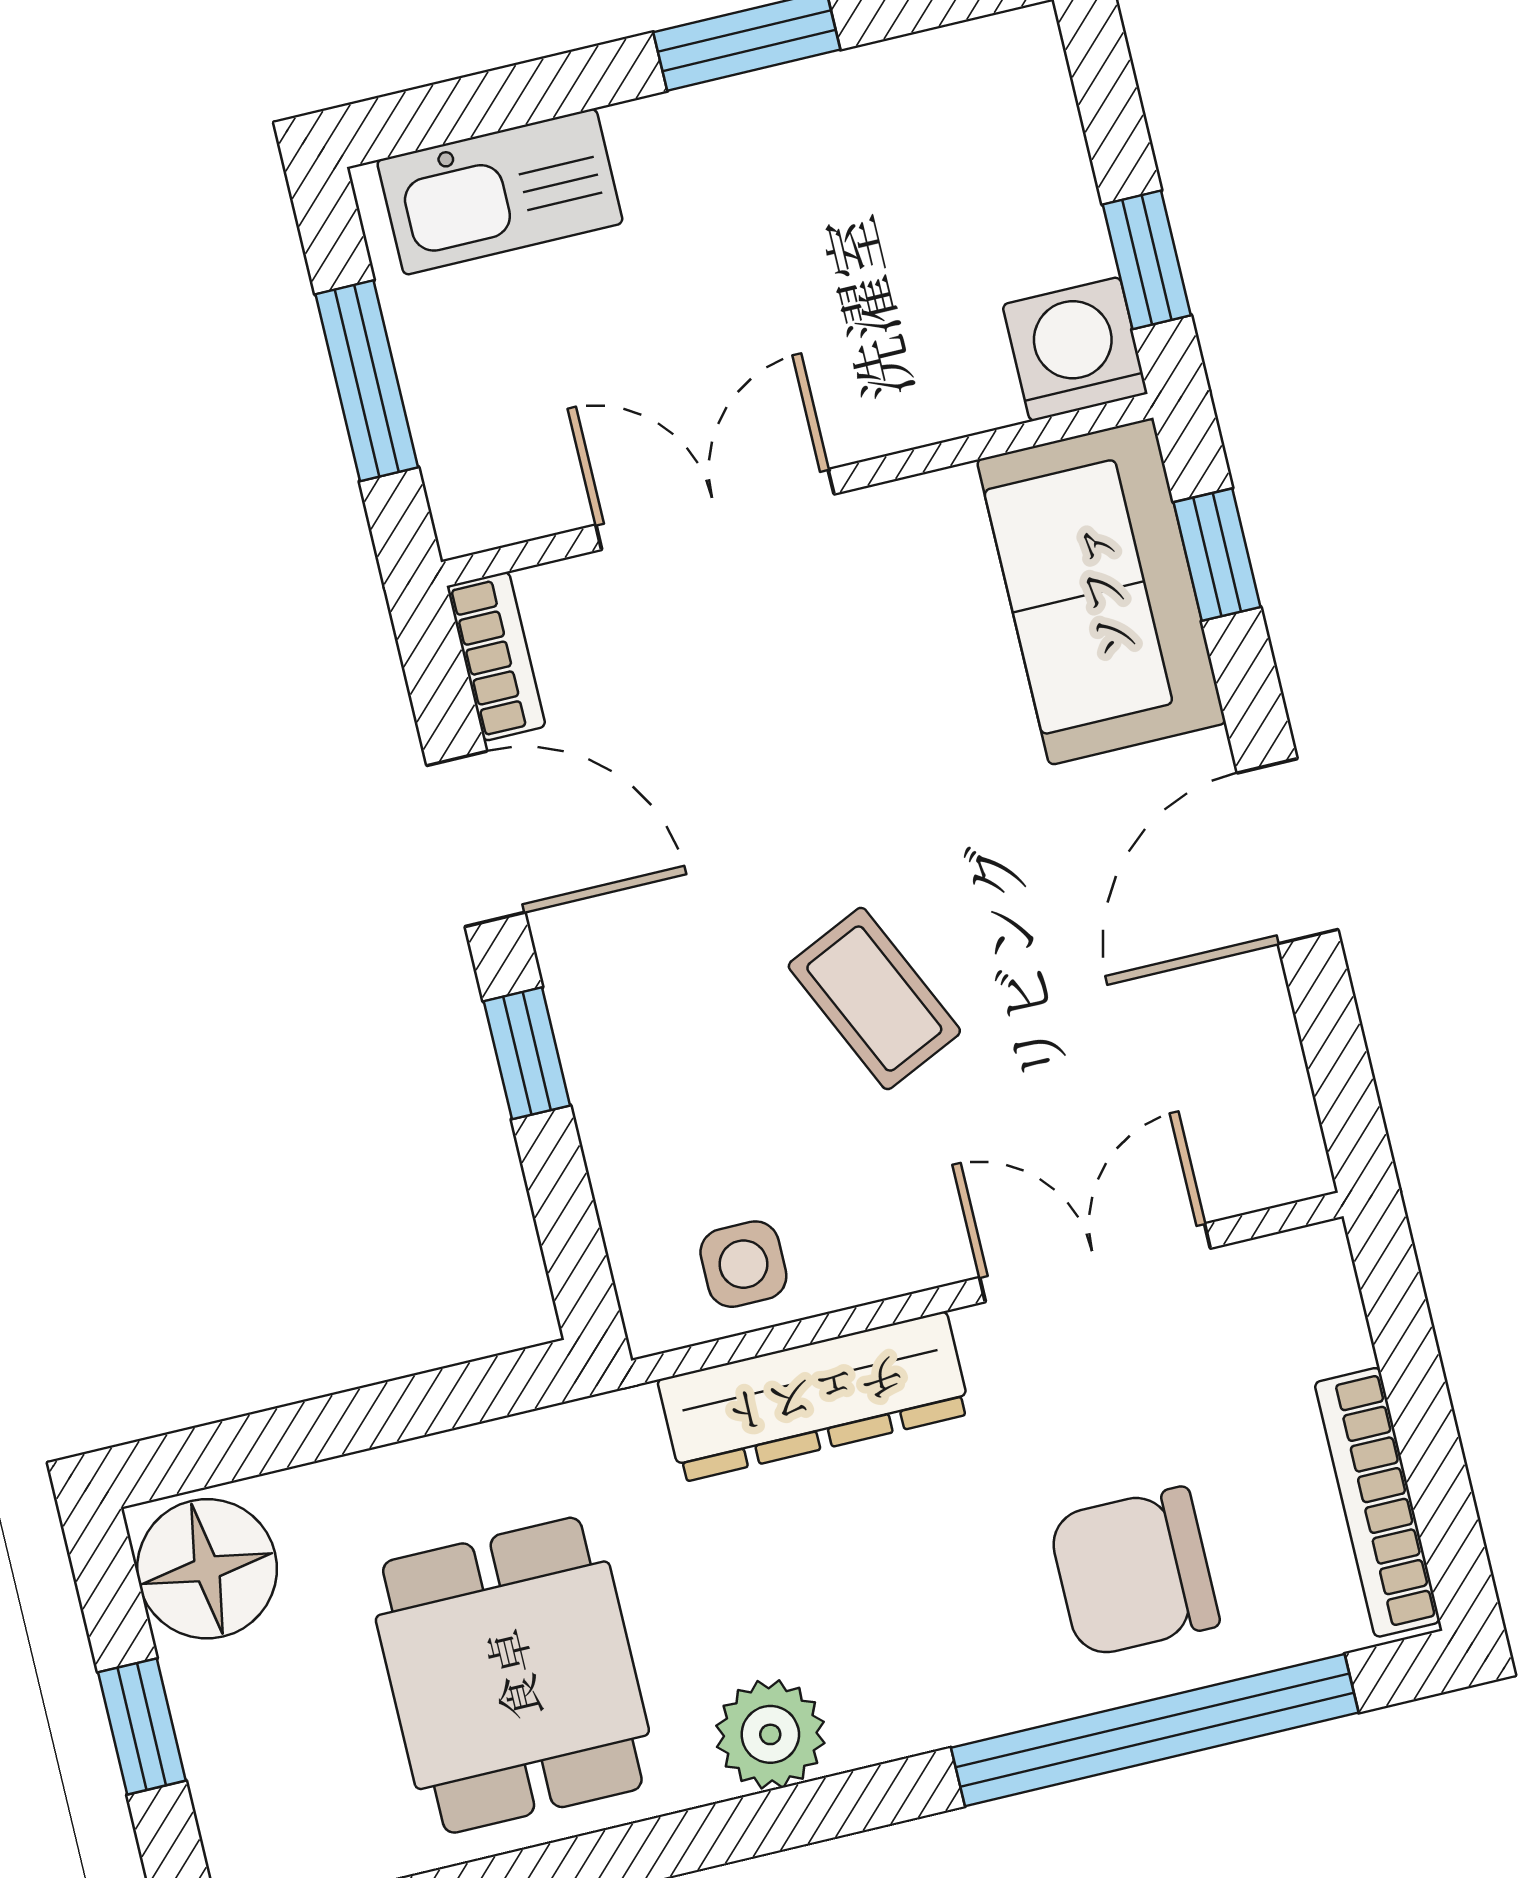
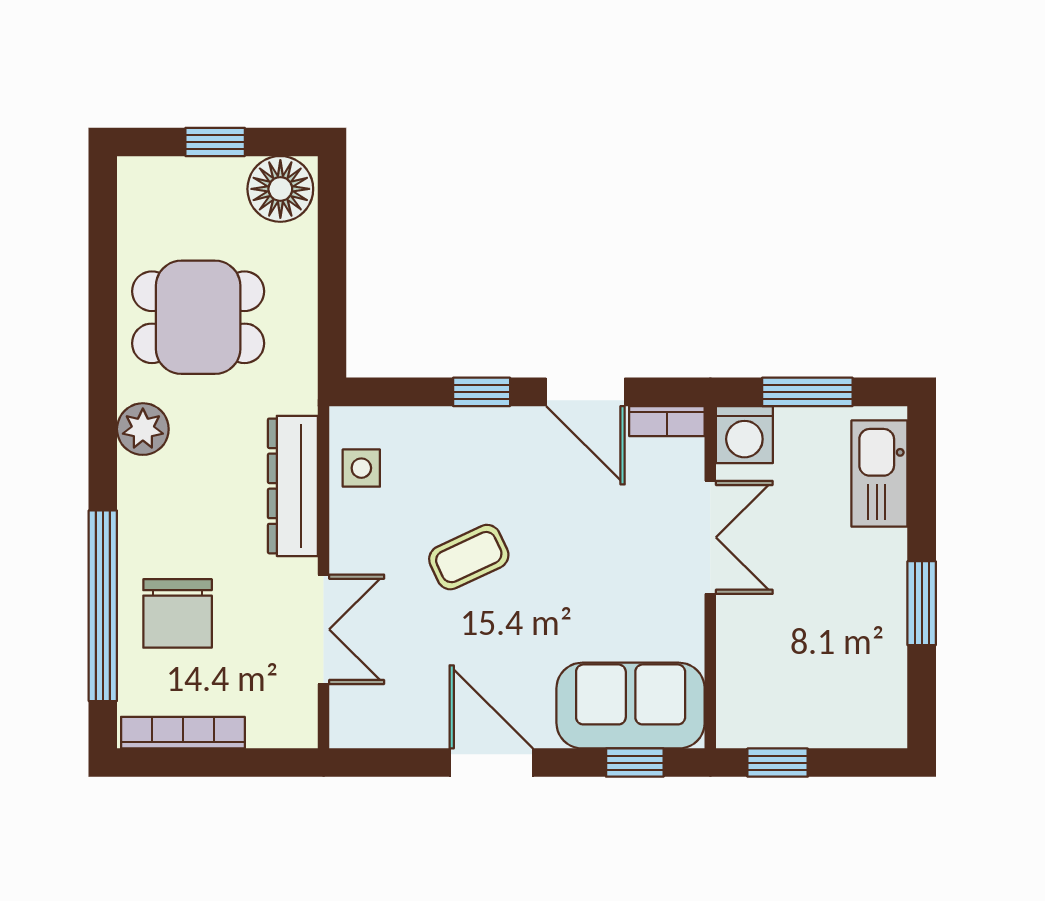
washing machine: (1075, 349) -> (744, 435), moved, turned 90
door: (476, 839) -> (585, 392), hinge flipped
chair: (1134, 1572) -> (178, 613), turned 180

